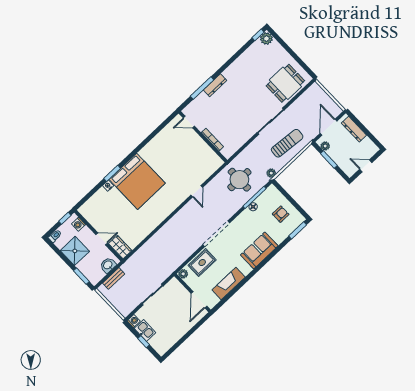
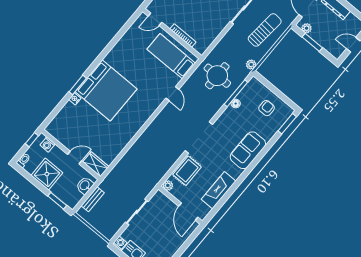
bed: (200, 157) -> (171, 56), added

